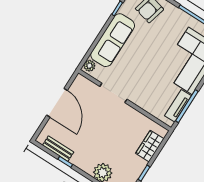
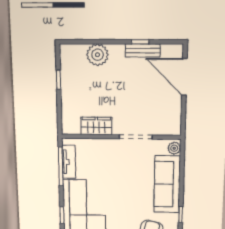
door: (57, 103) -> (184, 77), moved
wardrobe: (150, 146) -> (96, 126), moved, turned -90
bench: (58, 149) -> (143, 50), moved

